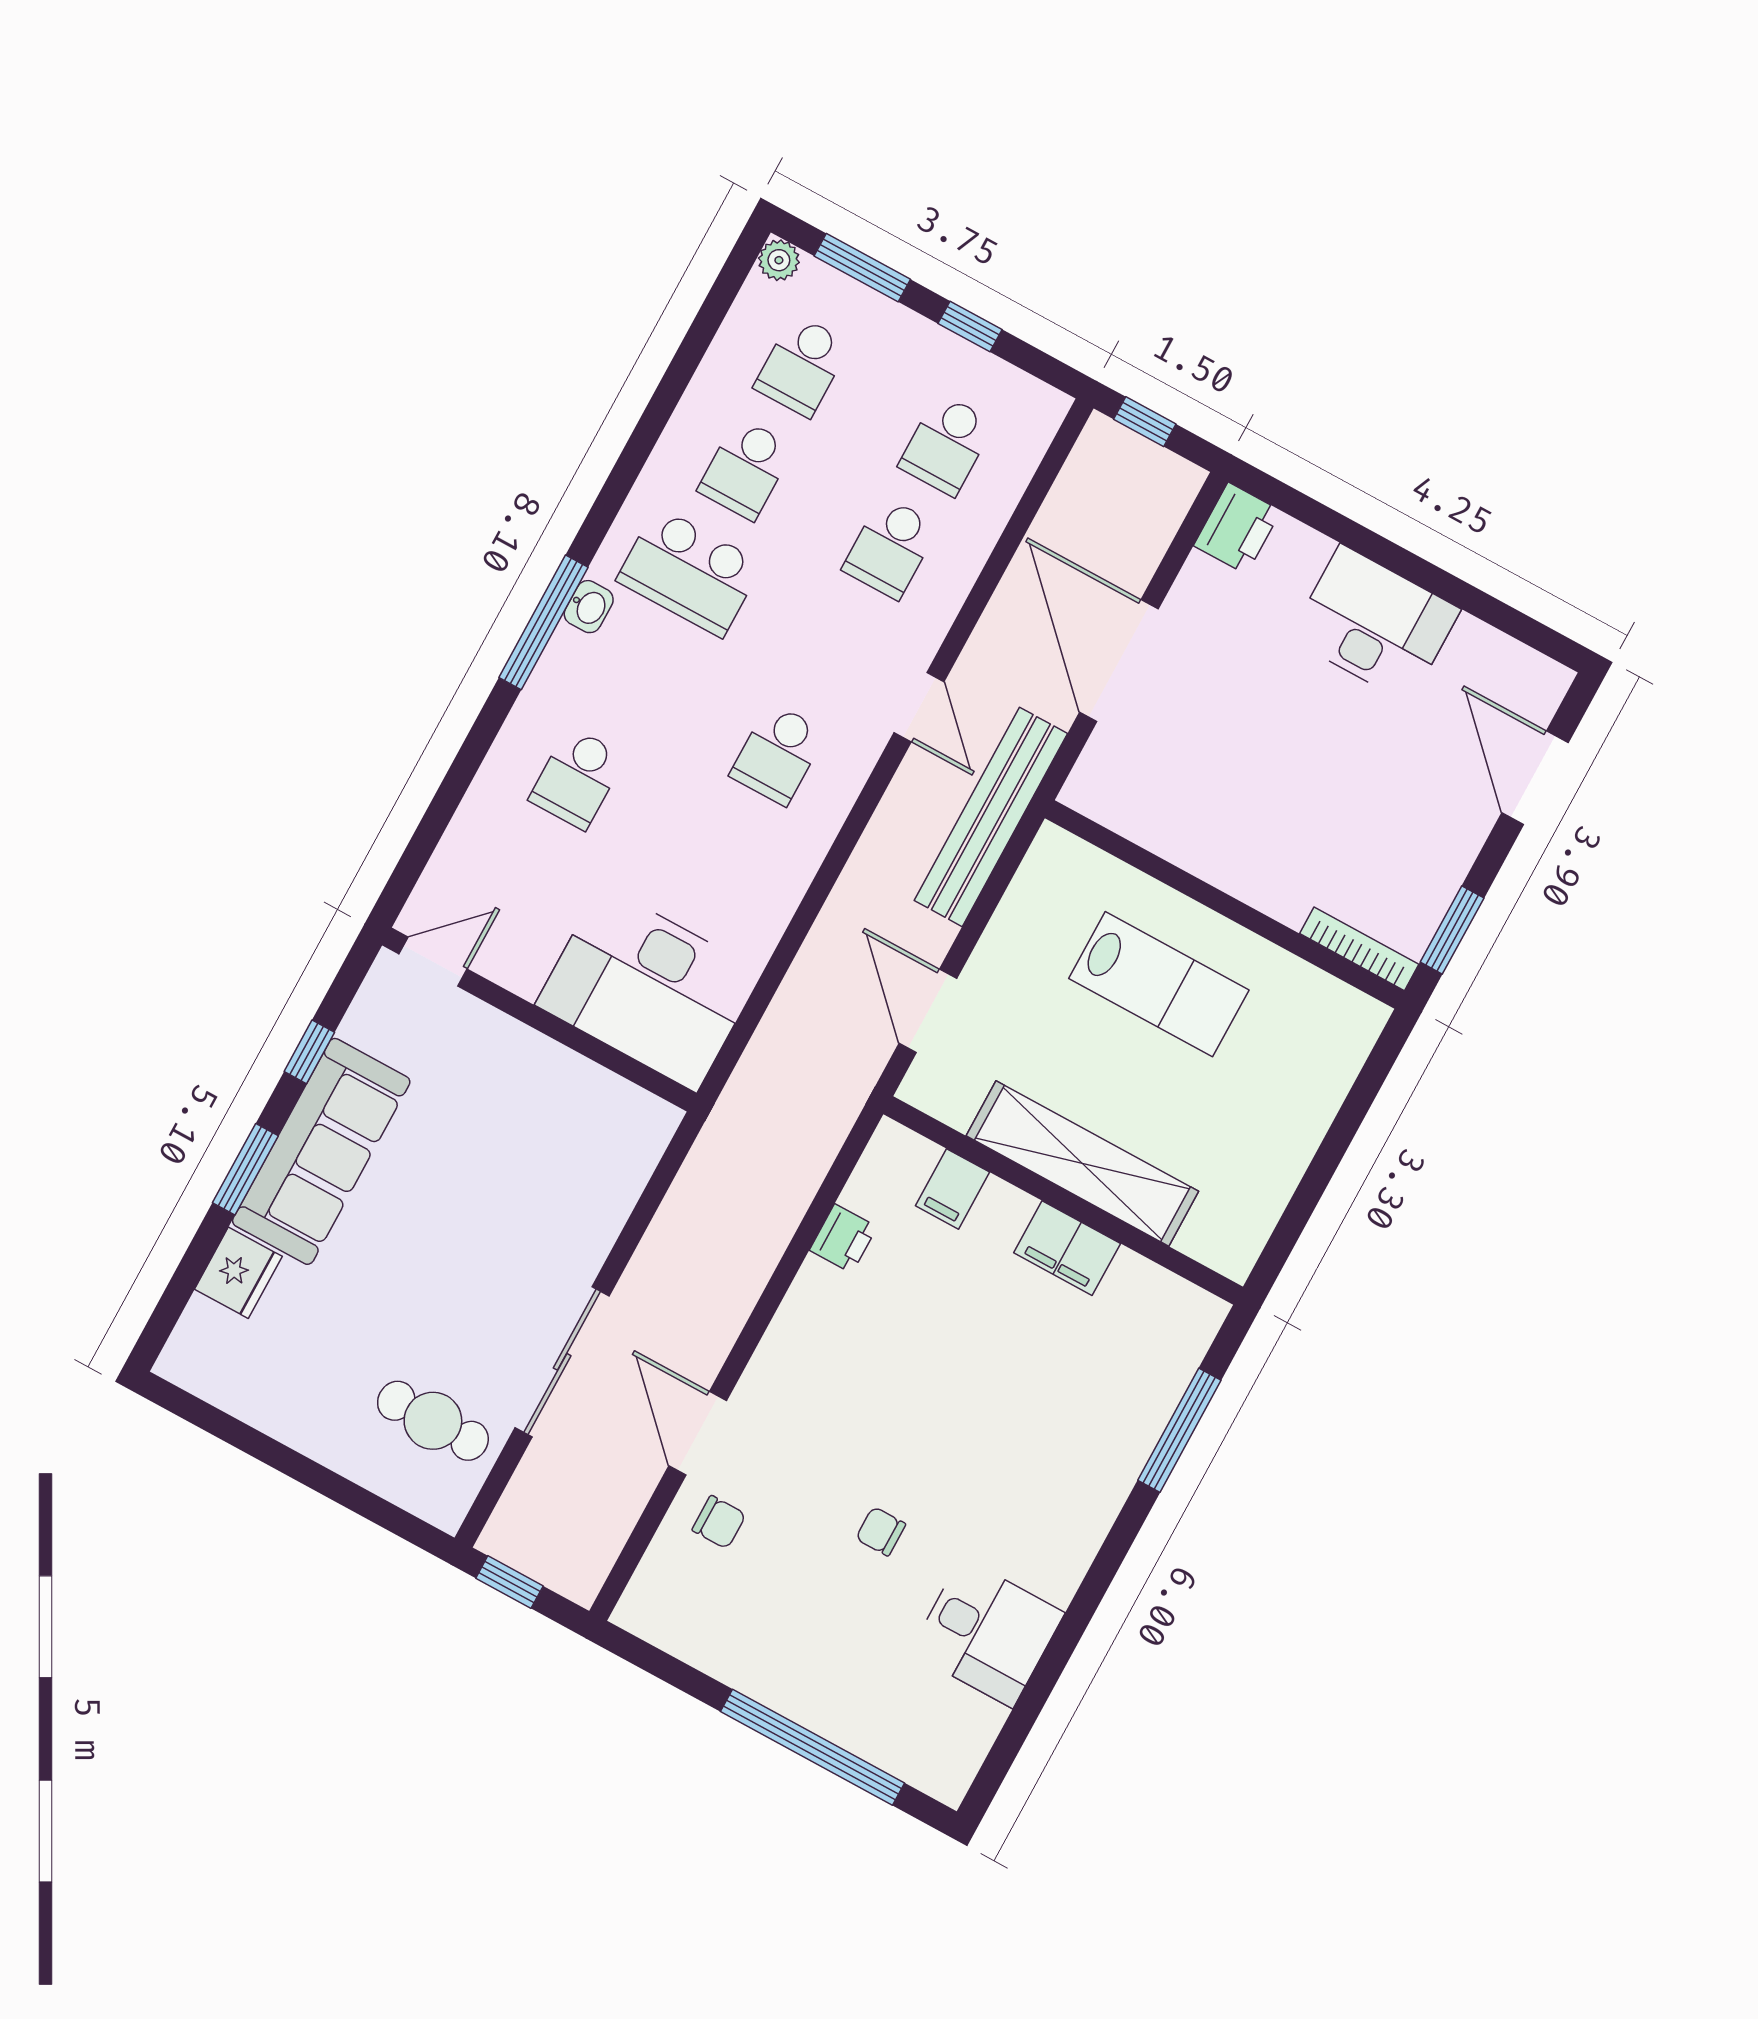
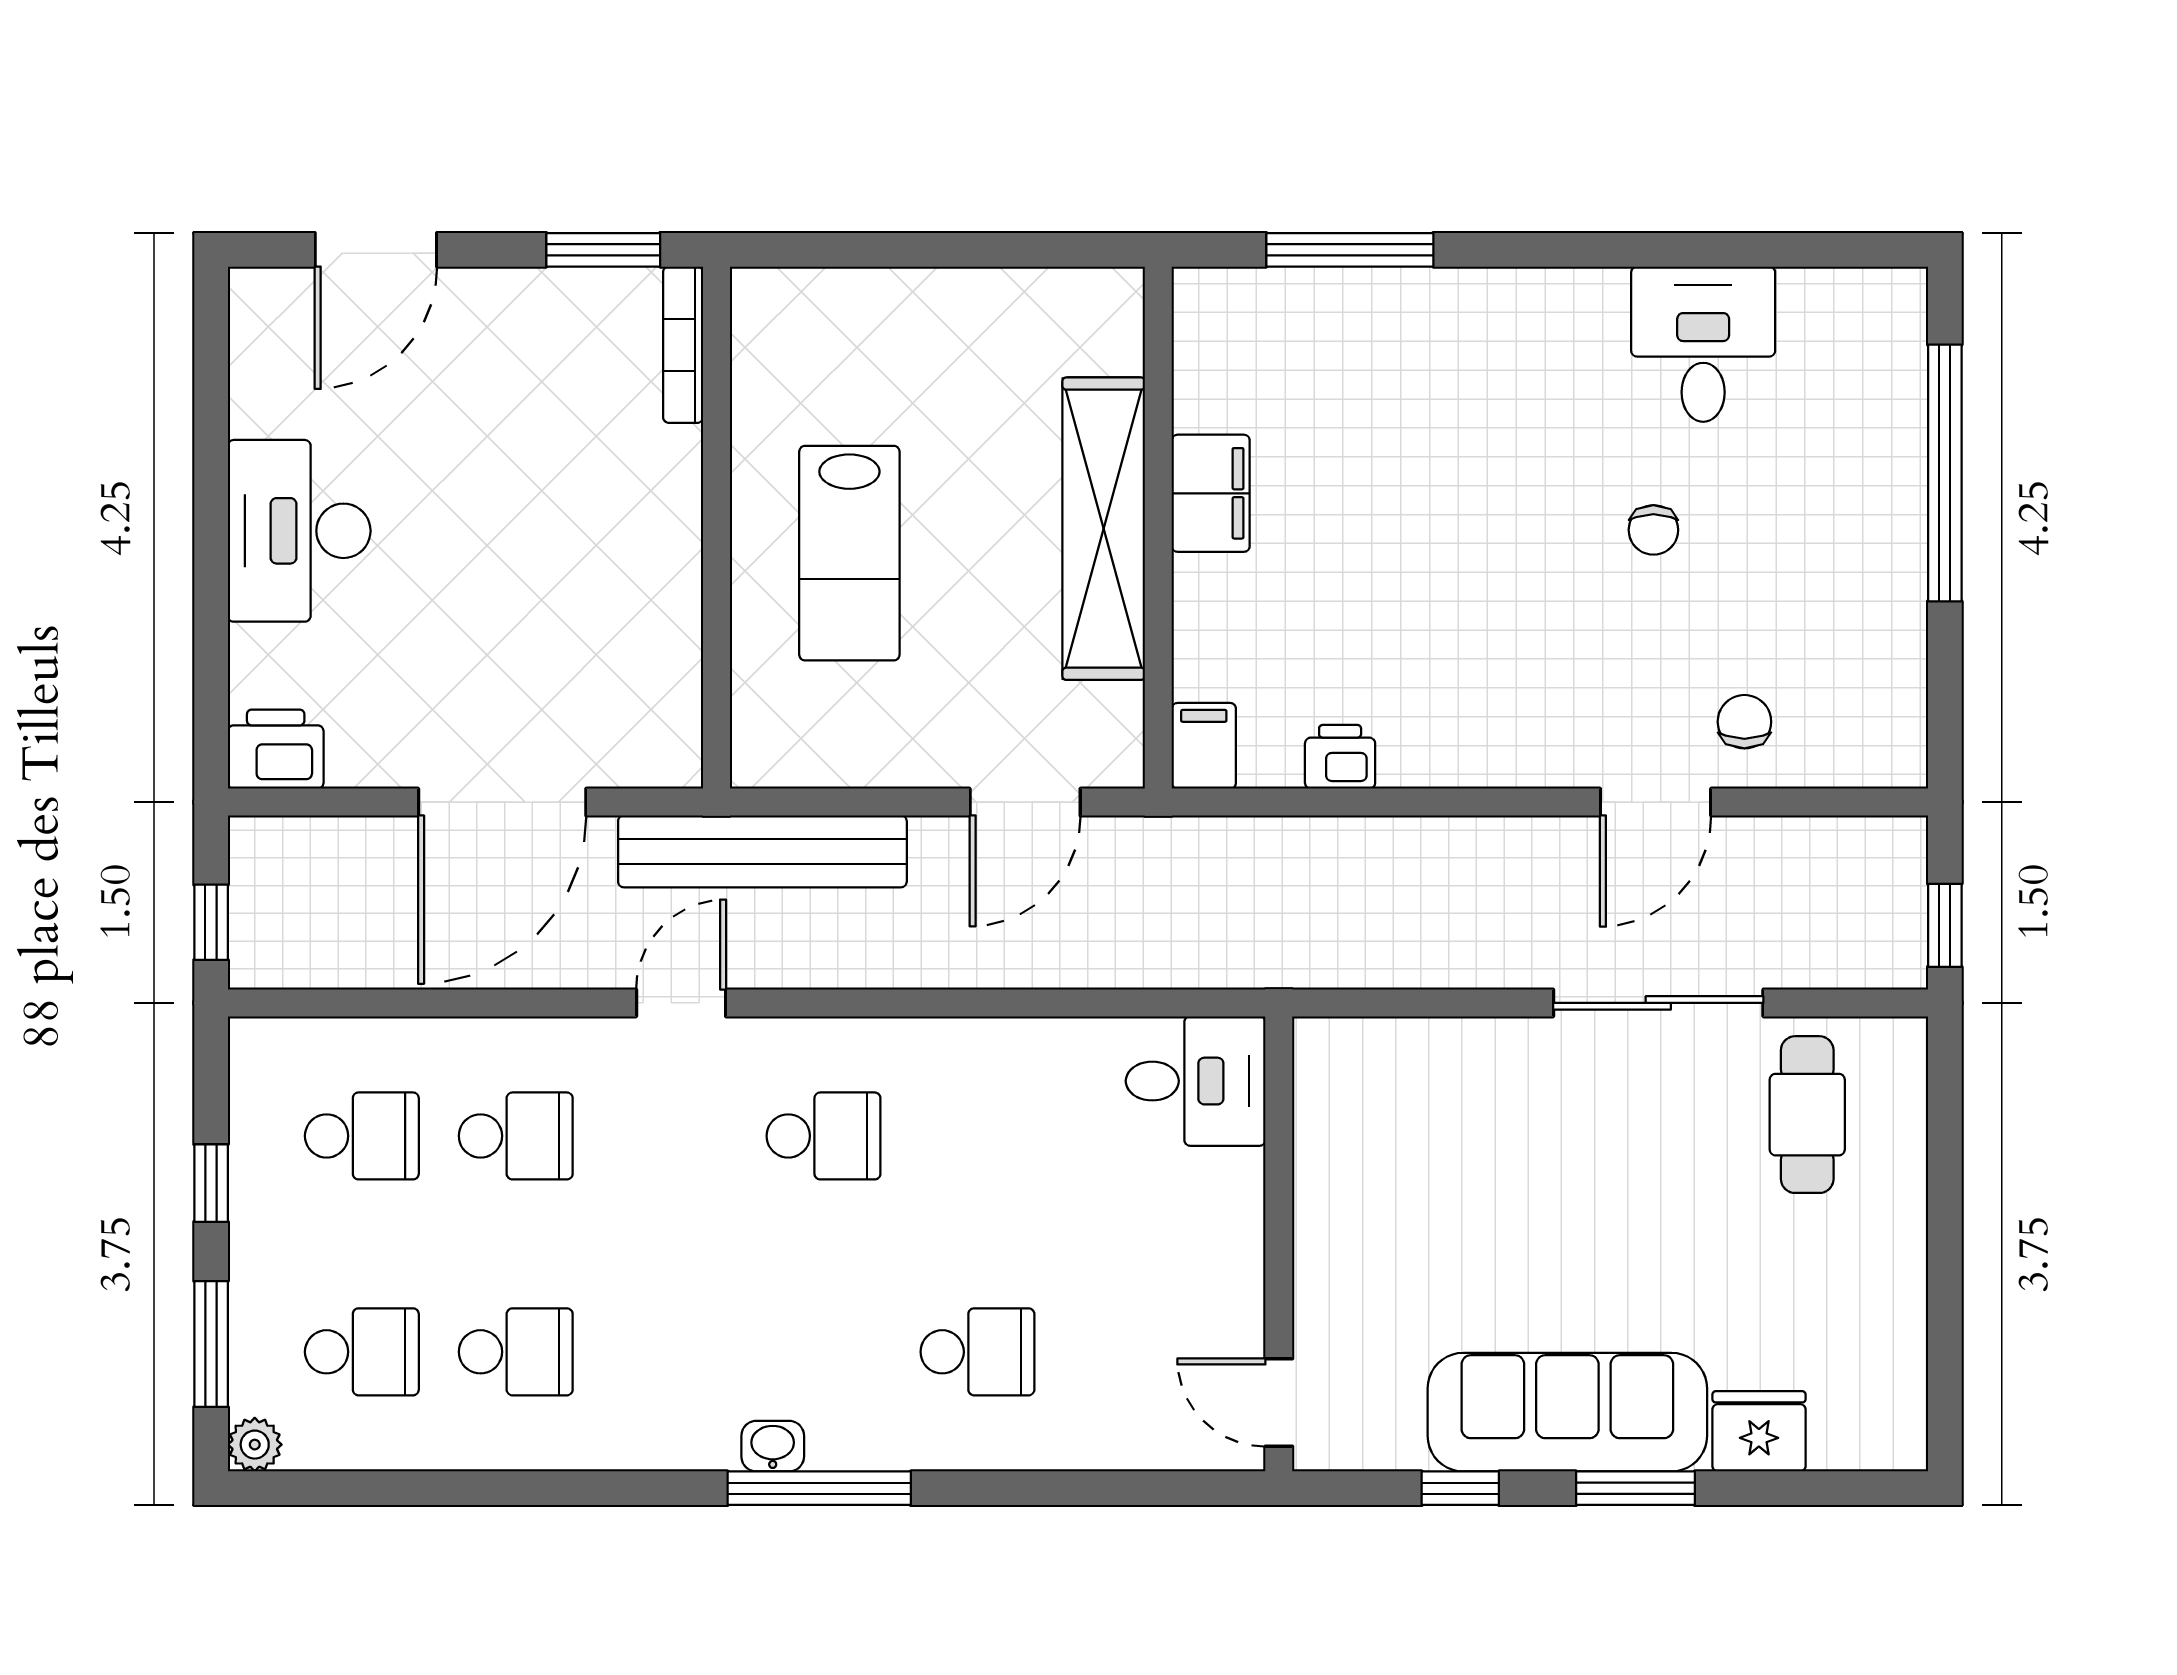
school desk: (689, 572) -> (670, 1352), removed
lab bench: (1159, 984) -> (849, 553), turned 180
desk: (649, 989) -> (1196, 1081), width x0.53, depth x0.77
filing cabinet: (952, 1189) -> (1204, 746), moved, turned -90

